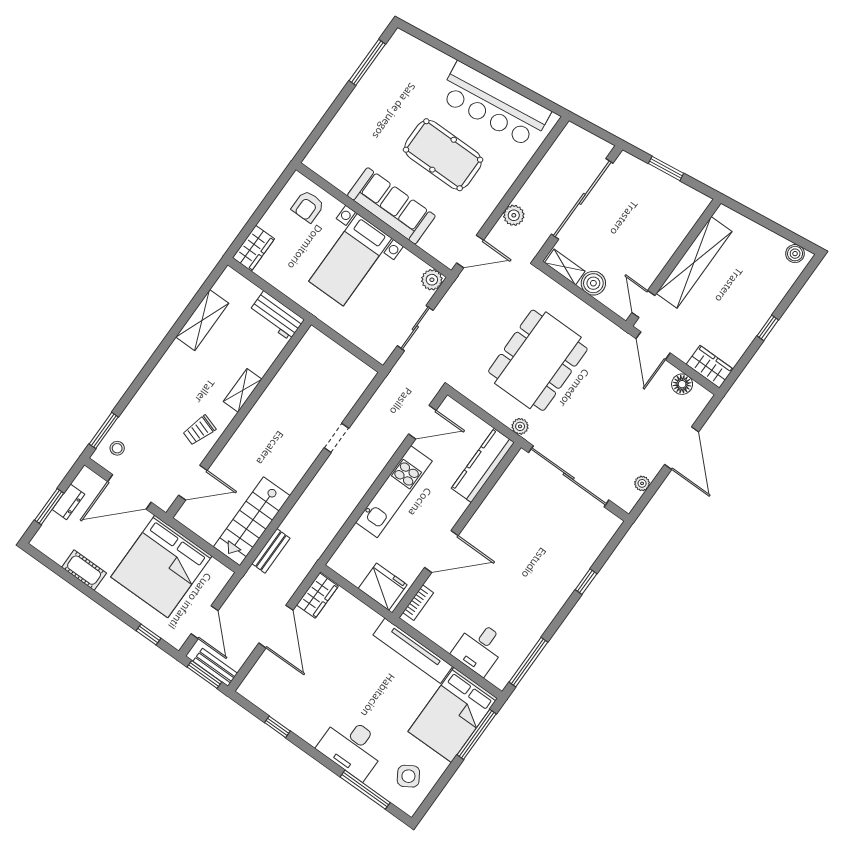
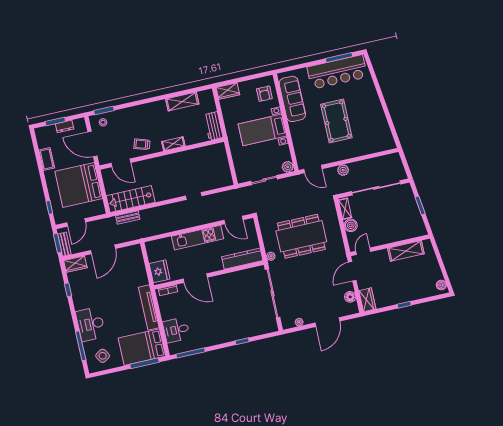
bar counter: (494, 105) -> (337, 72), moved, turned -83
armchair: (308, 206) -> (264, 94), turned -90
sofa: (391, 206) -> (292, 99), moved
shelving: (694, 262) -> (406, 251), width x0.68
wardrobe: (317, 596) -> (75, 264), moved

